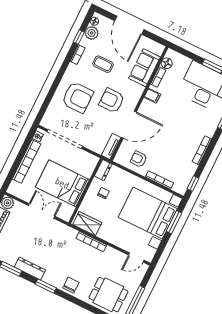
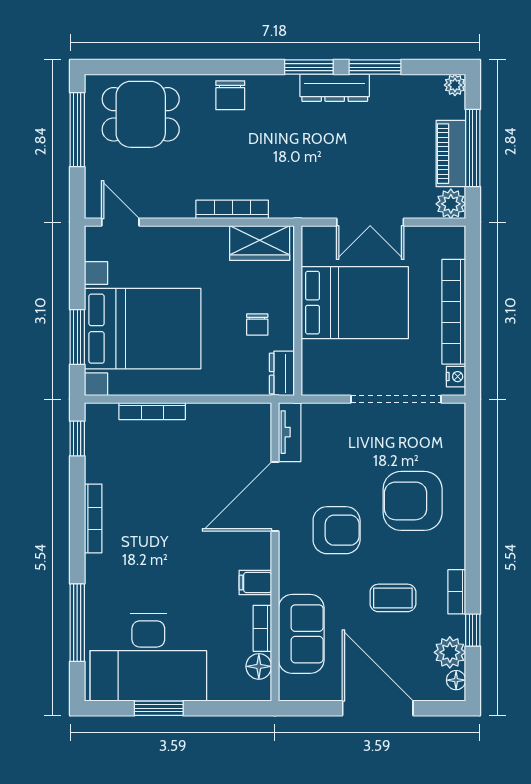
armchair: (139, 159) -> (218, 434), removed
door: (136, 258) -> (120, 222), hinge flipped
window: (46, 286) -> (309, 67), moved

